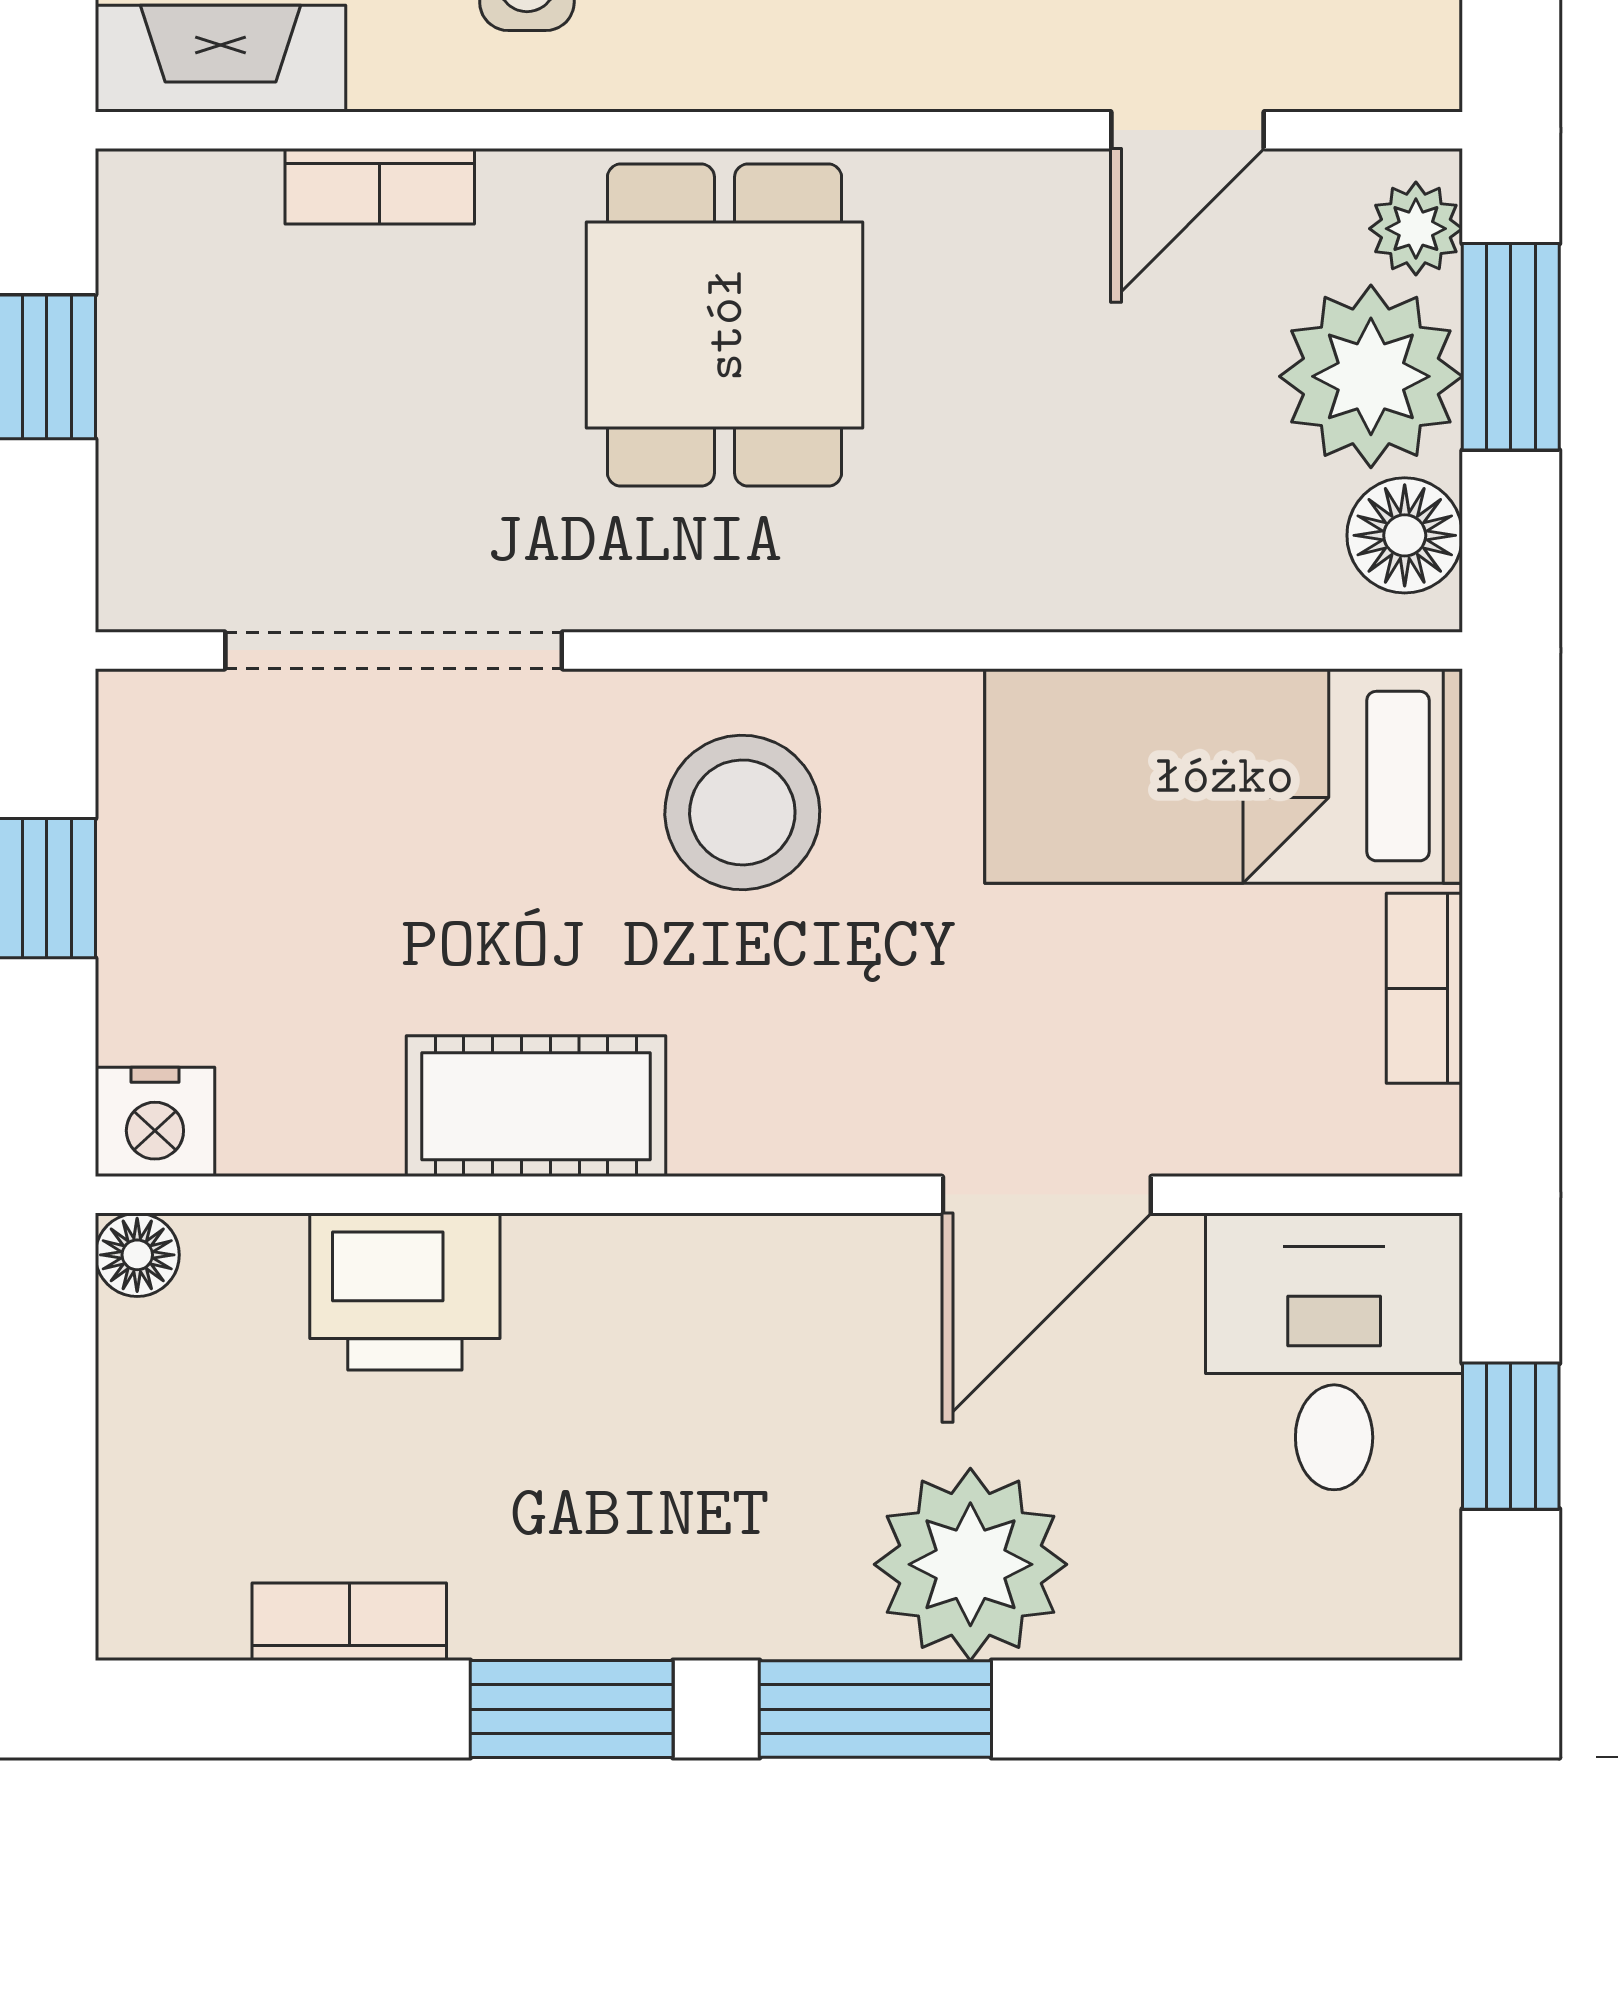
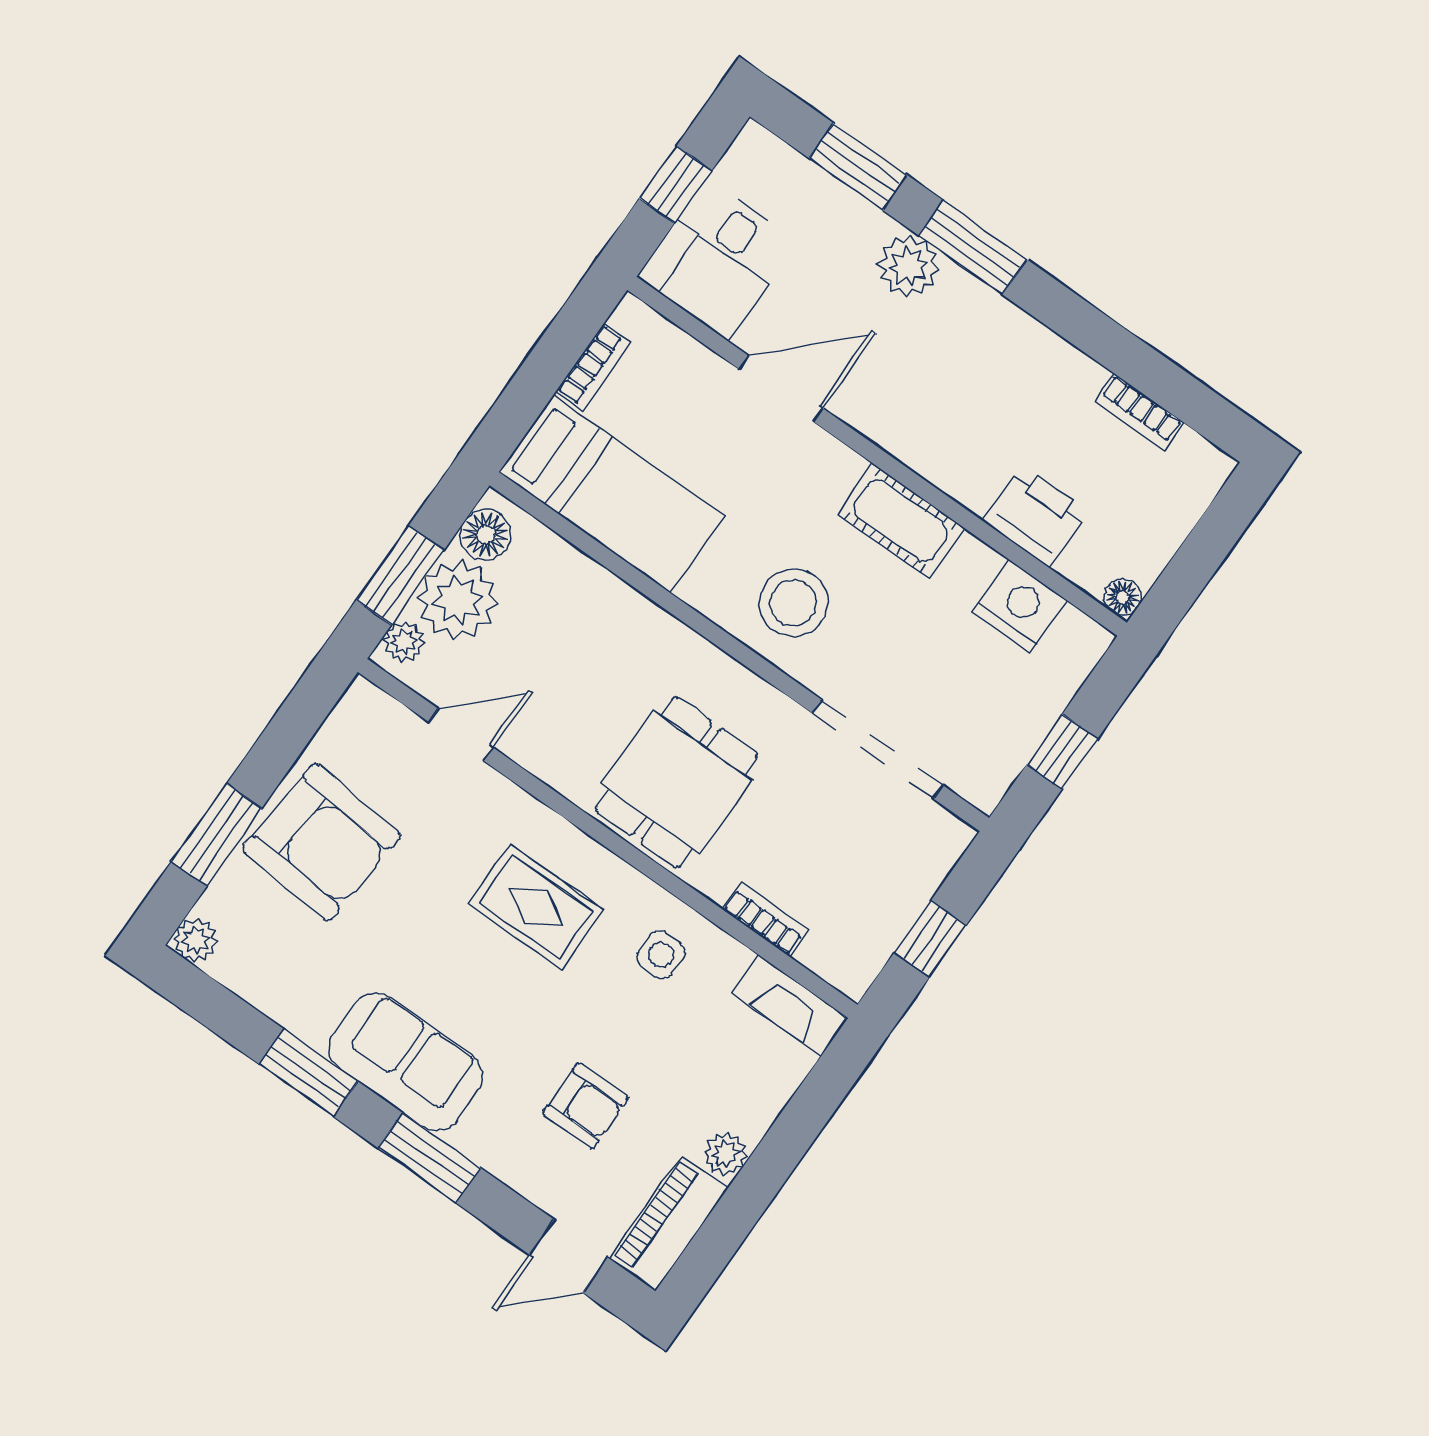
cot: (536, 1106) -> (901, 521), moved
nightstand: (155, 1122) -> (1020, 606), moved, width x1.36, depth x1.33
plant: (970, 1564) -> (908, 266), width x0.73, depth x0.73
window: (572, 1709) -> (858, 166), moved

